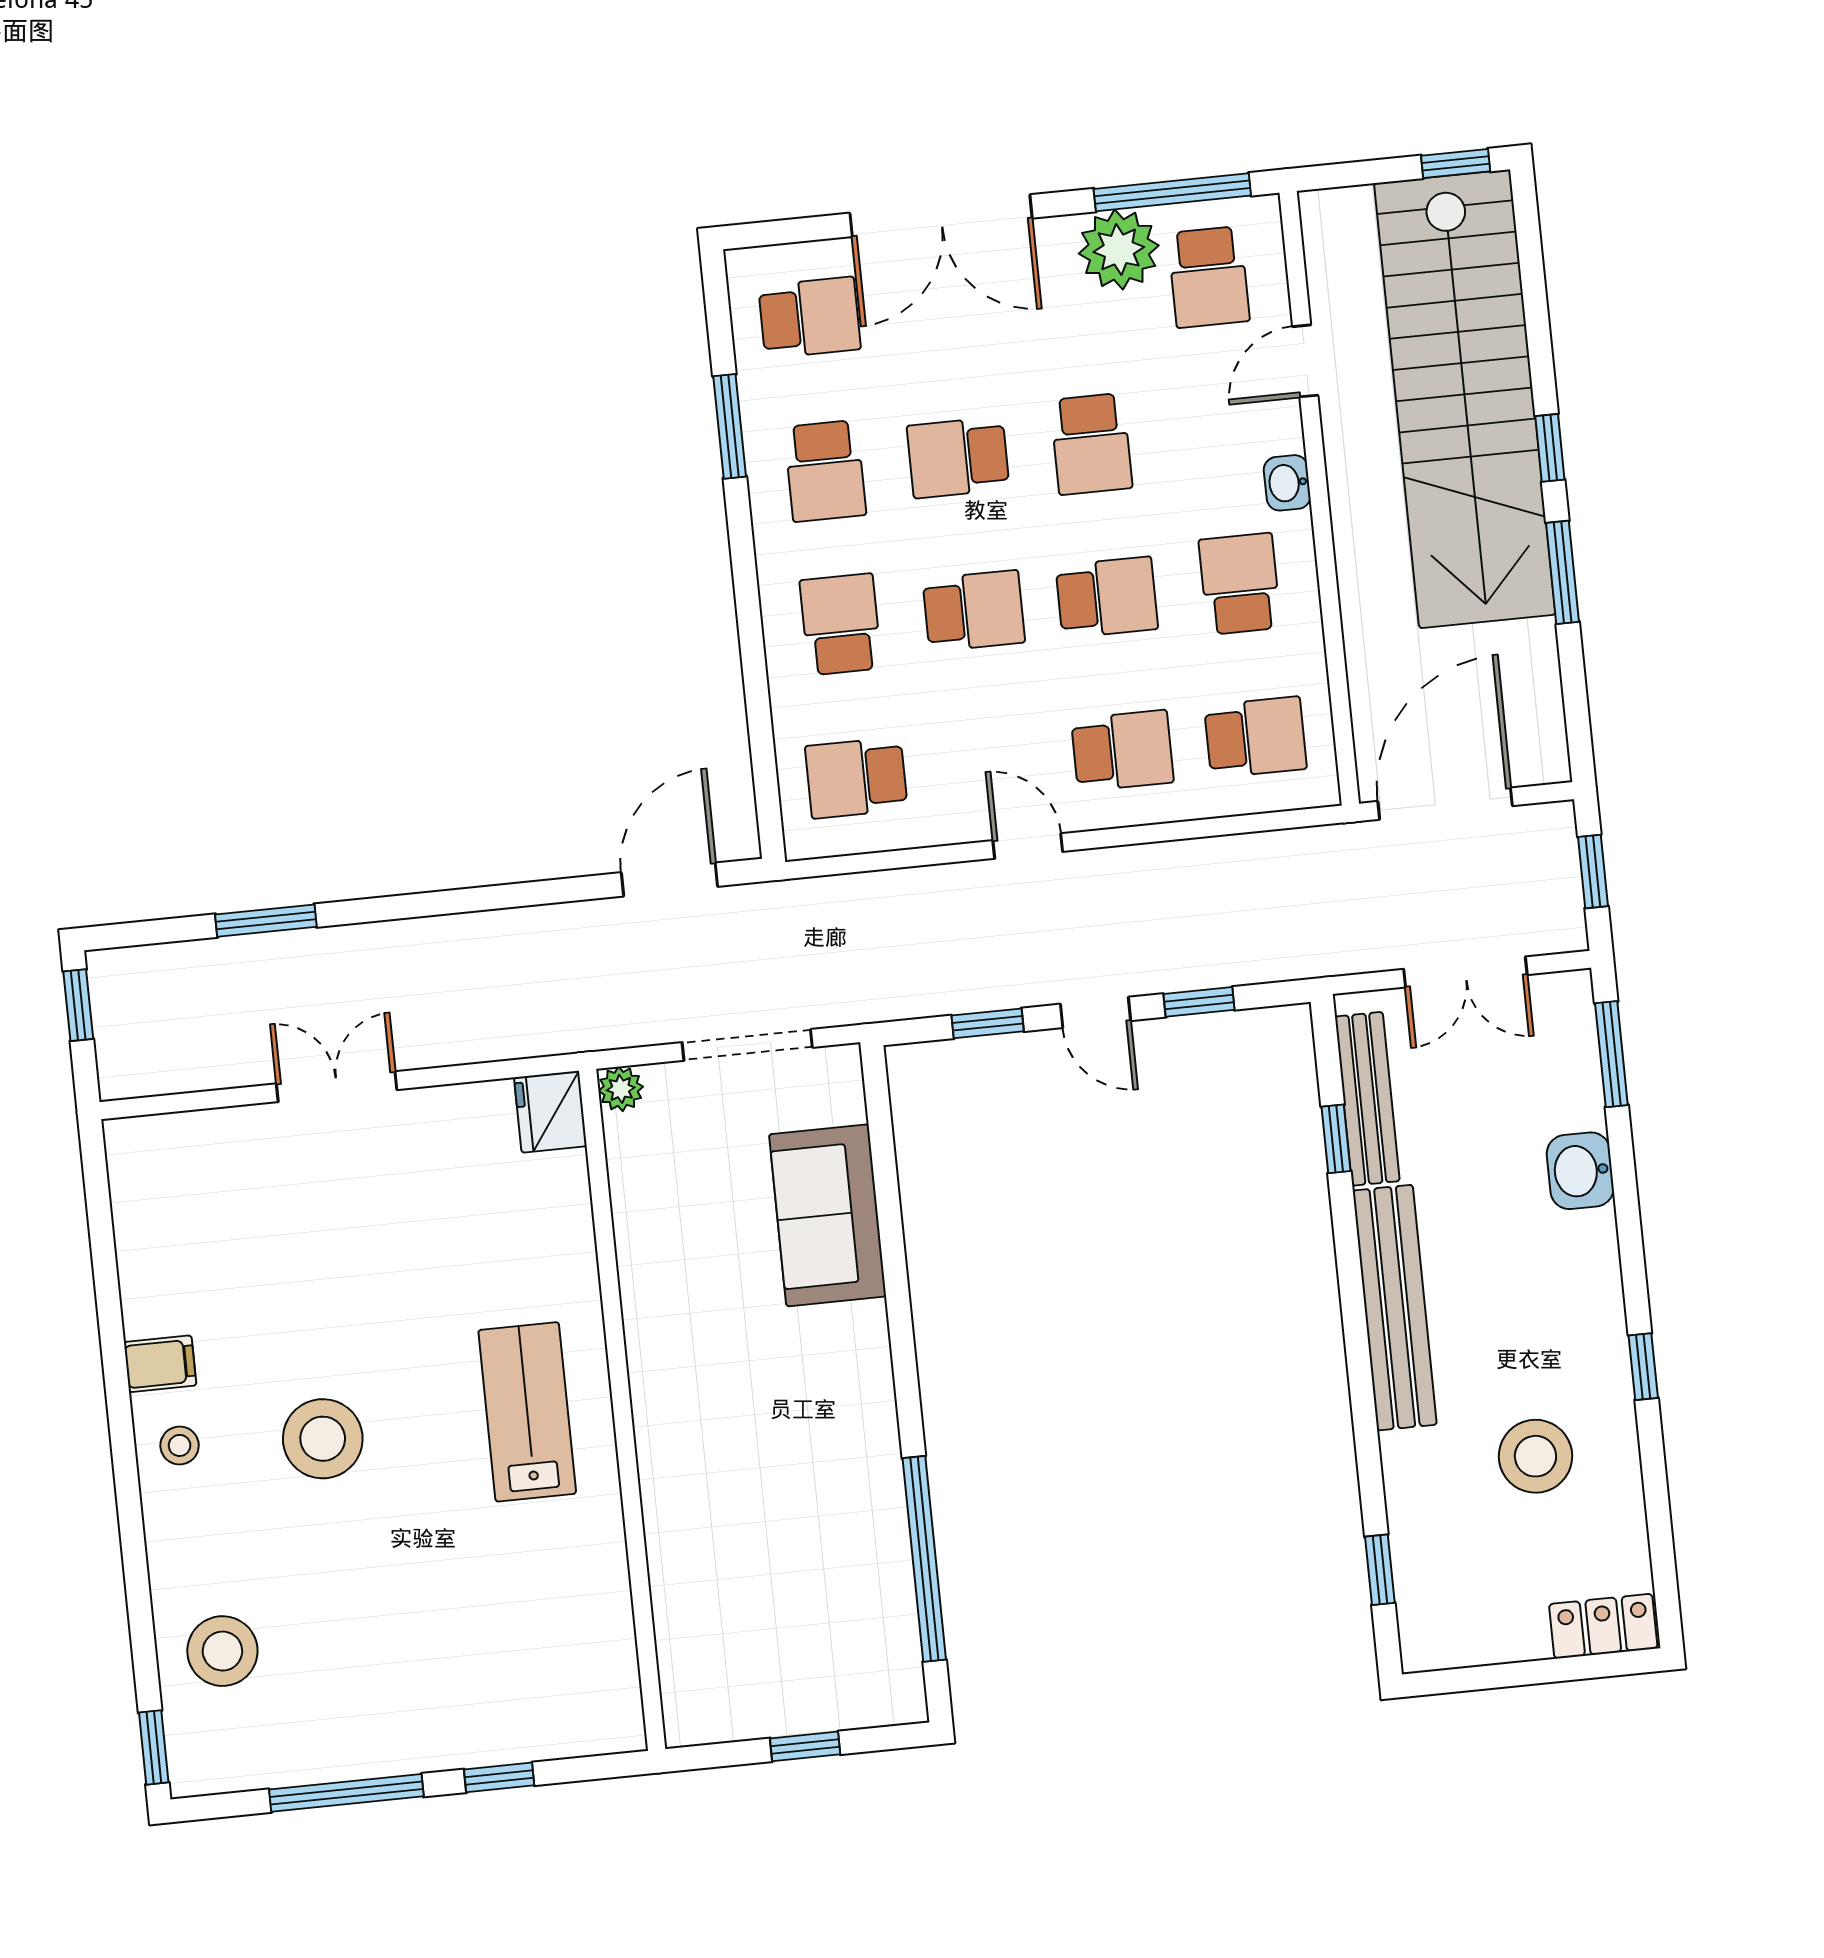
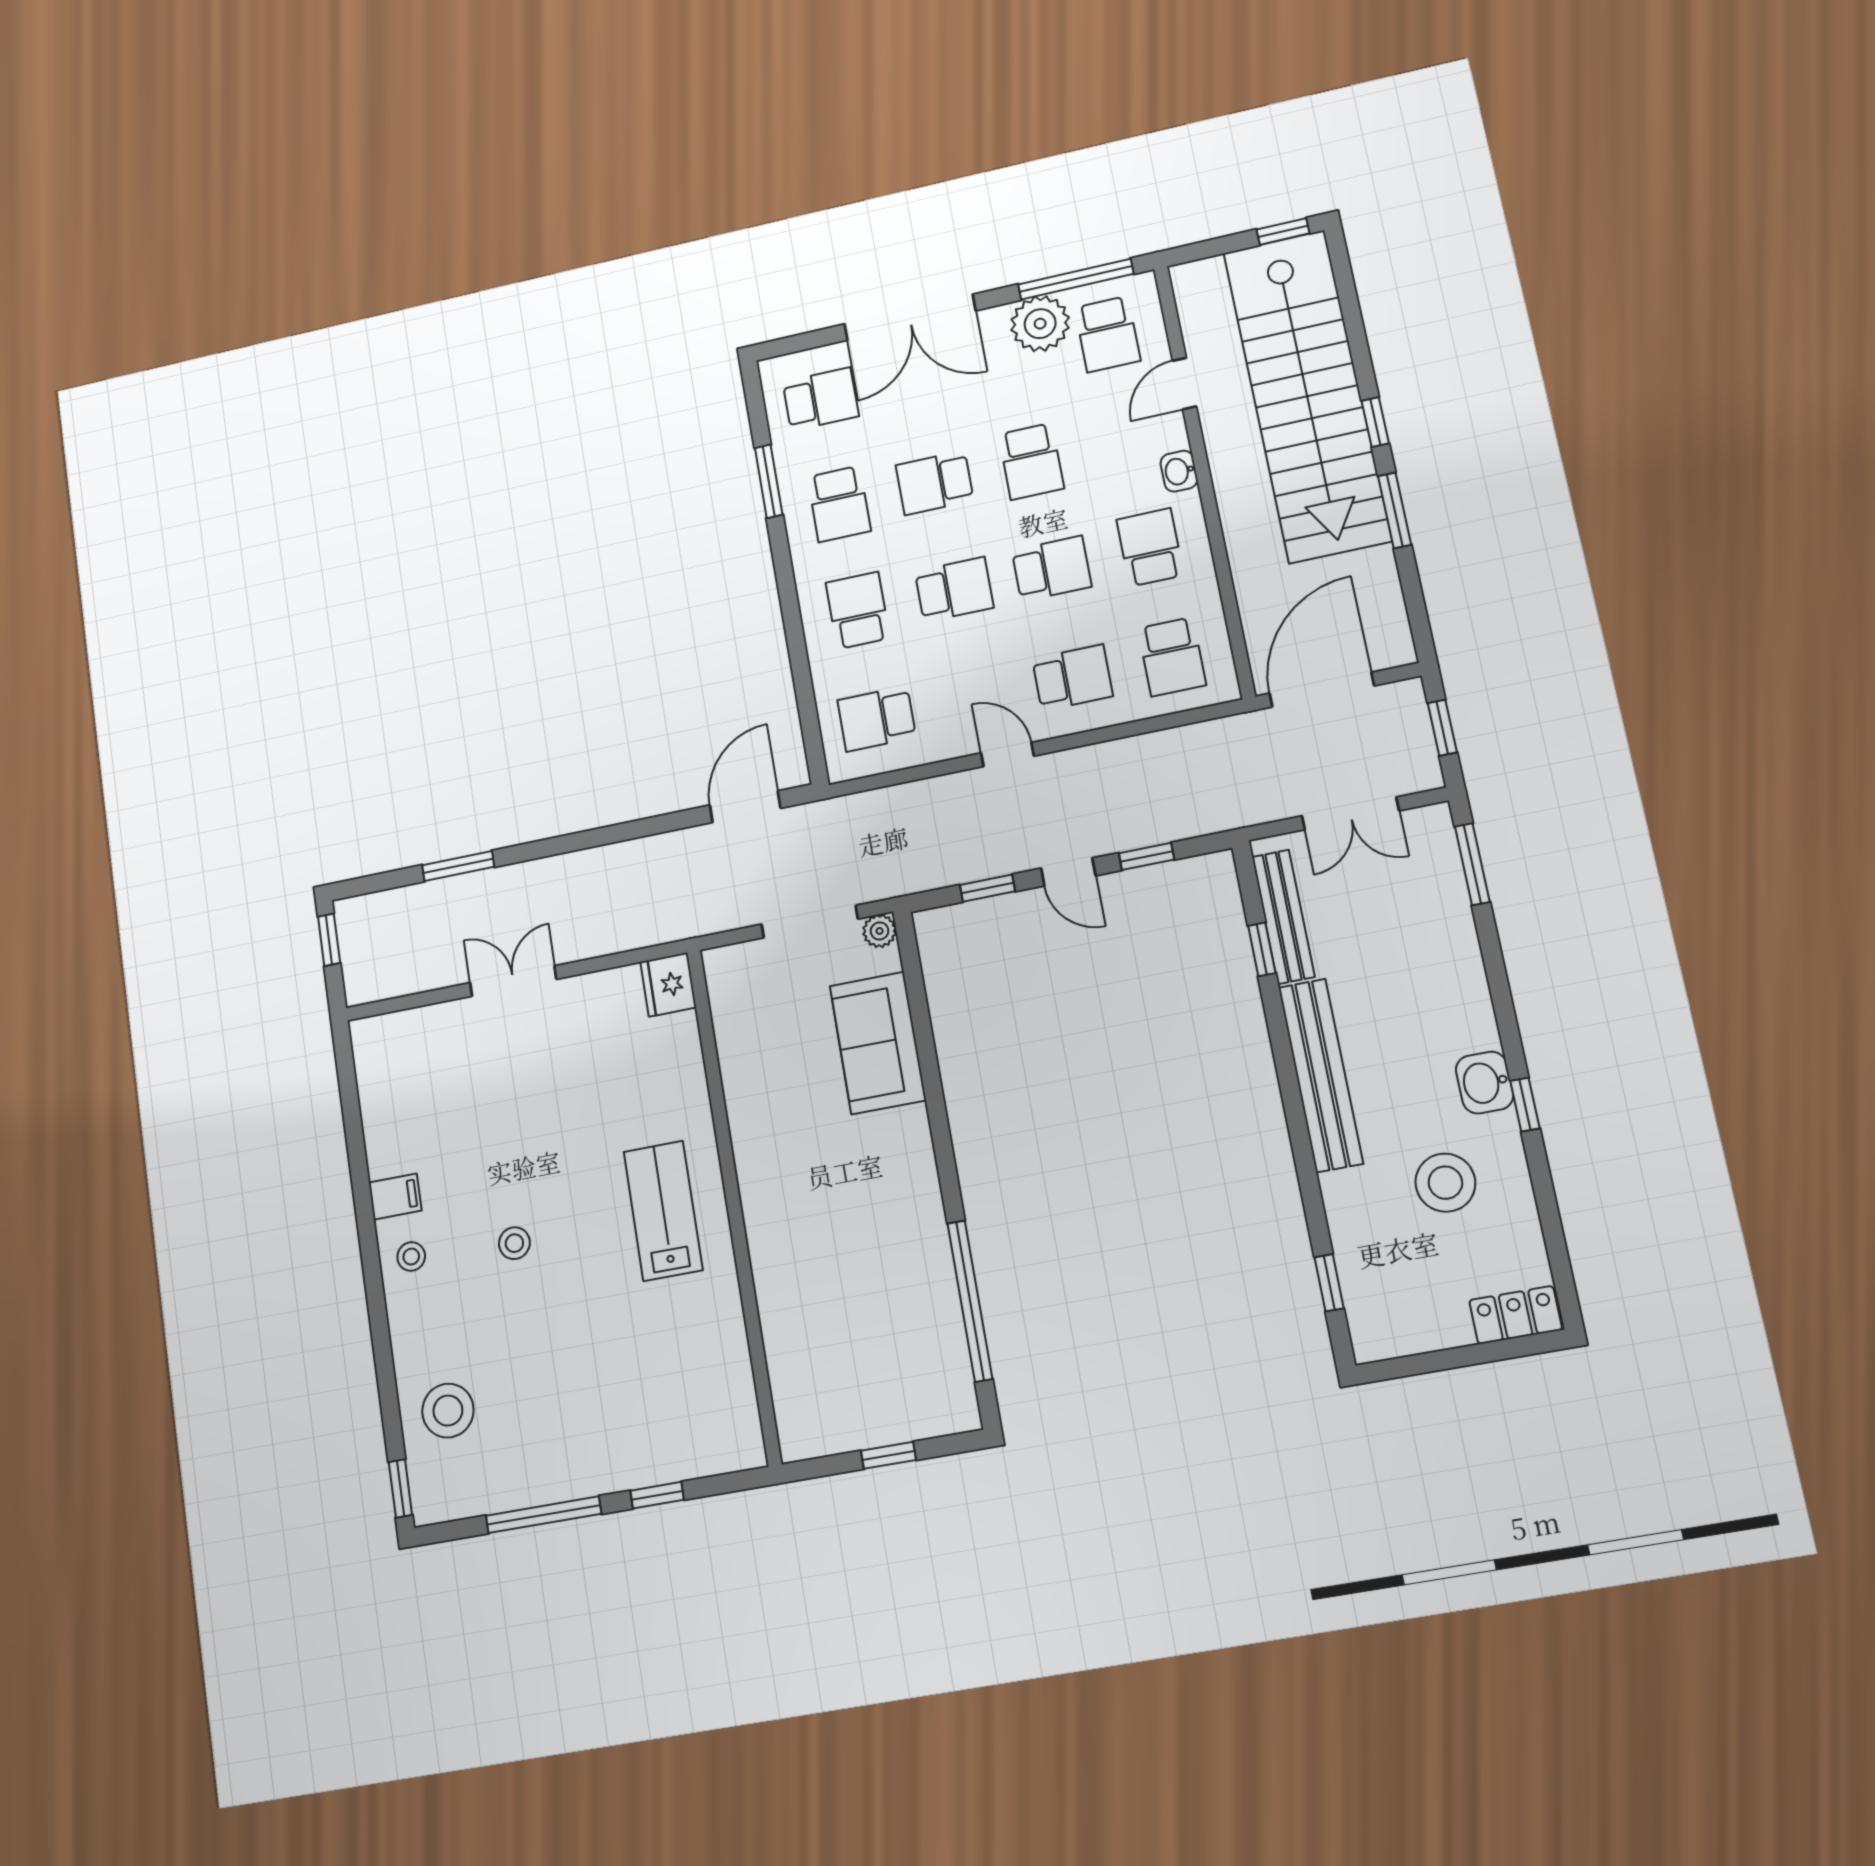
school desk: (1255, 737) -> (1172, 657), turned 90
plant: (621, 1089) -> (880, 931), moved
washbasin: (1580, 1171) -> (1485, 1083), moved
stool: (323, 1439) -> (514, 1243), width x0.53, depth x0.53

